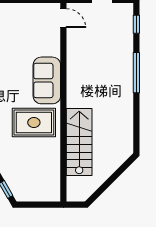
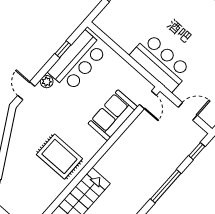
sofa: (47, 80) -> (113, 115), moved

